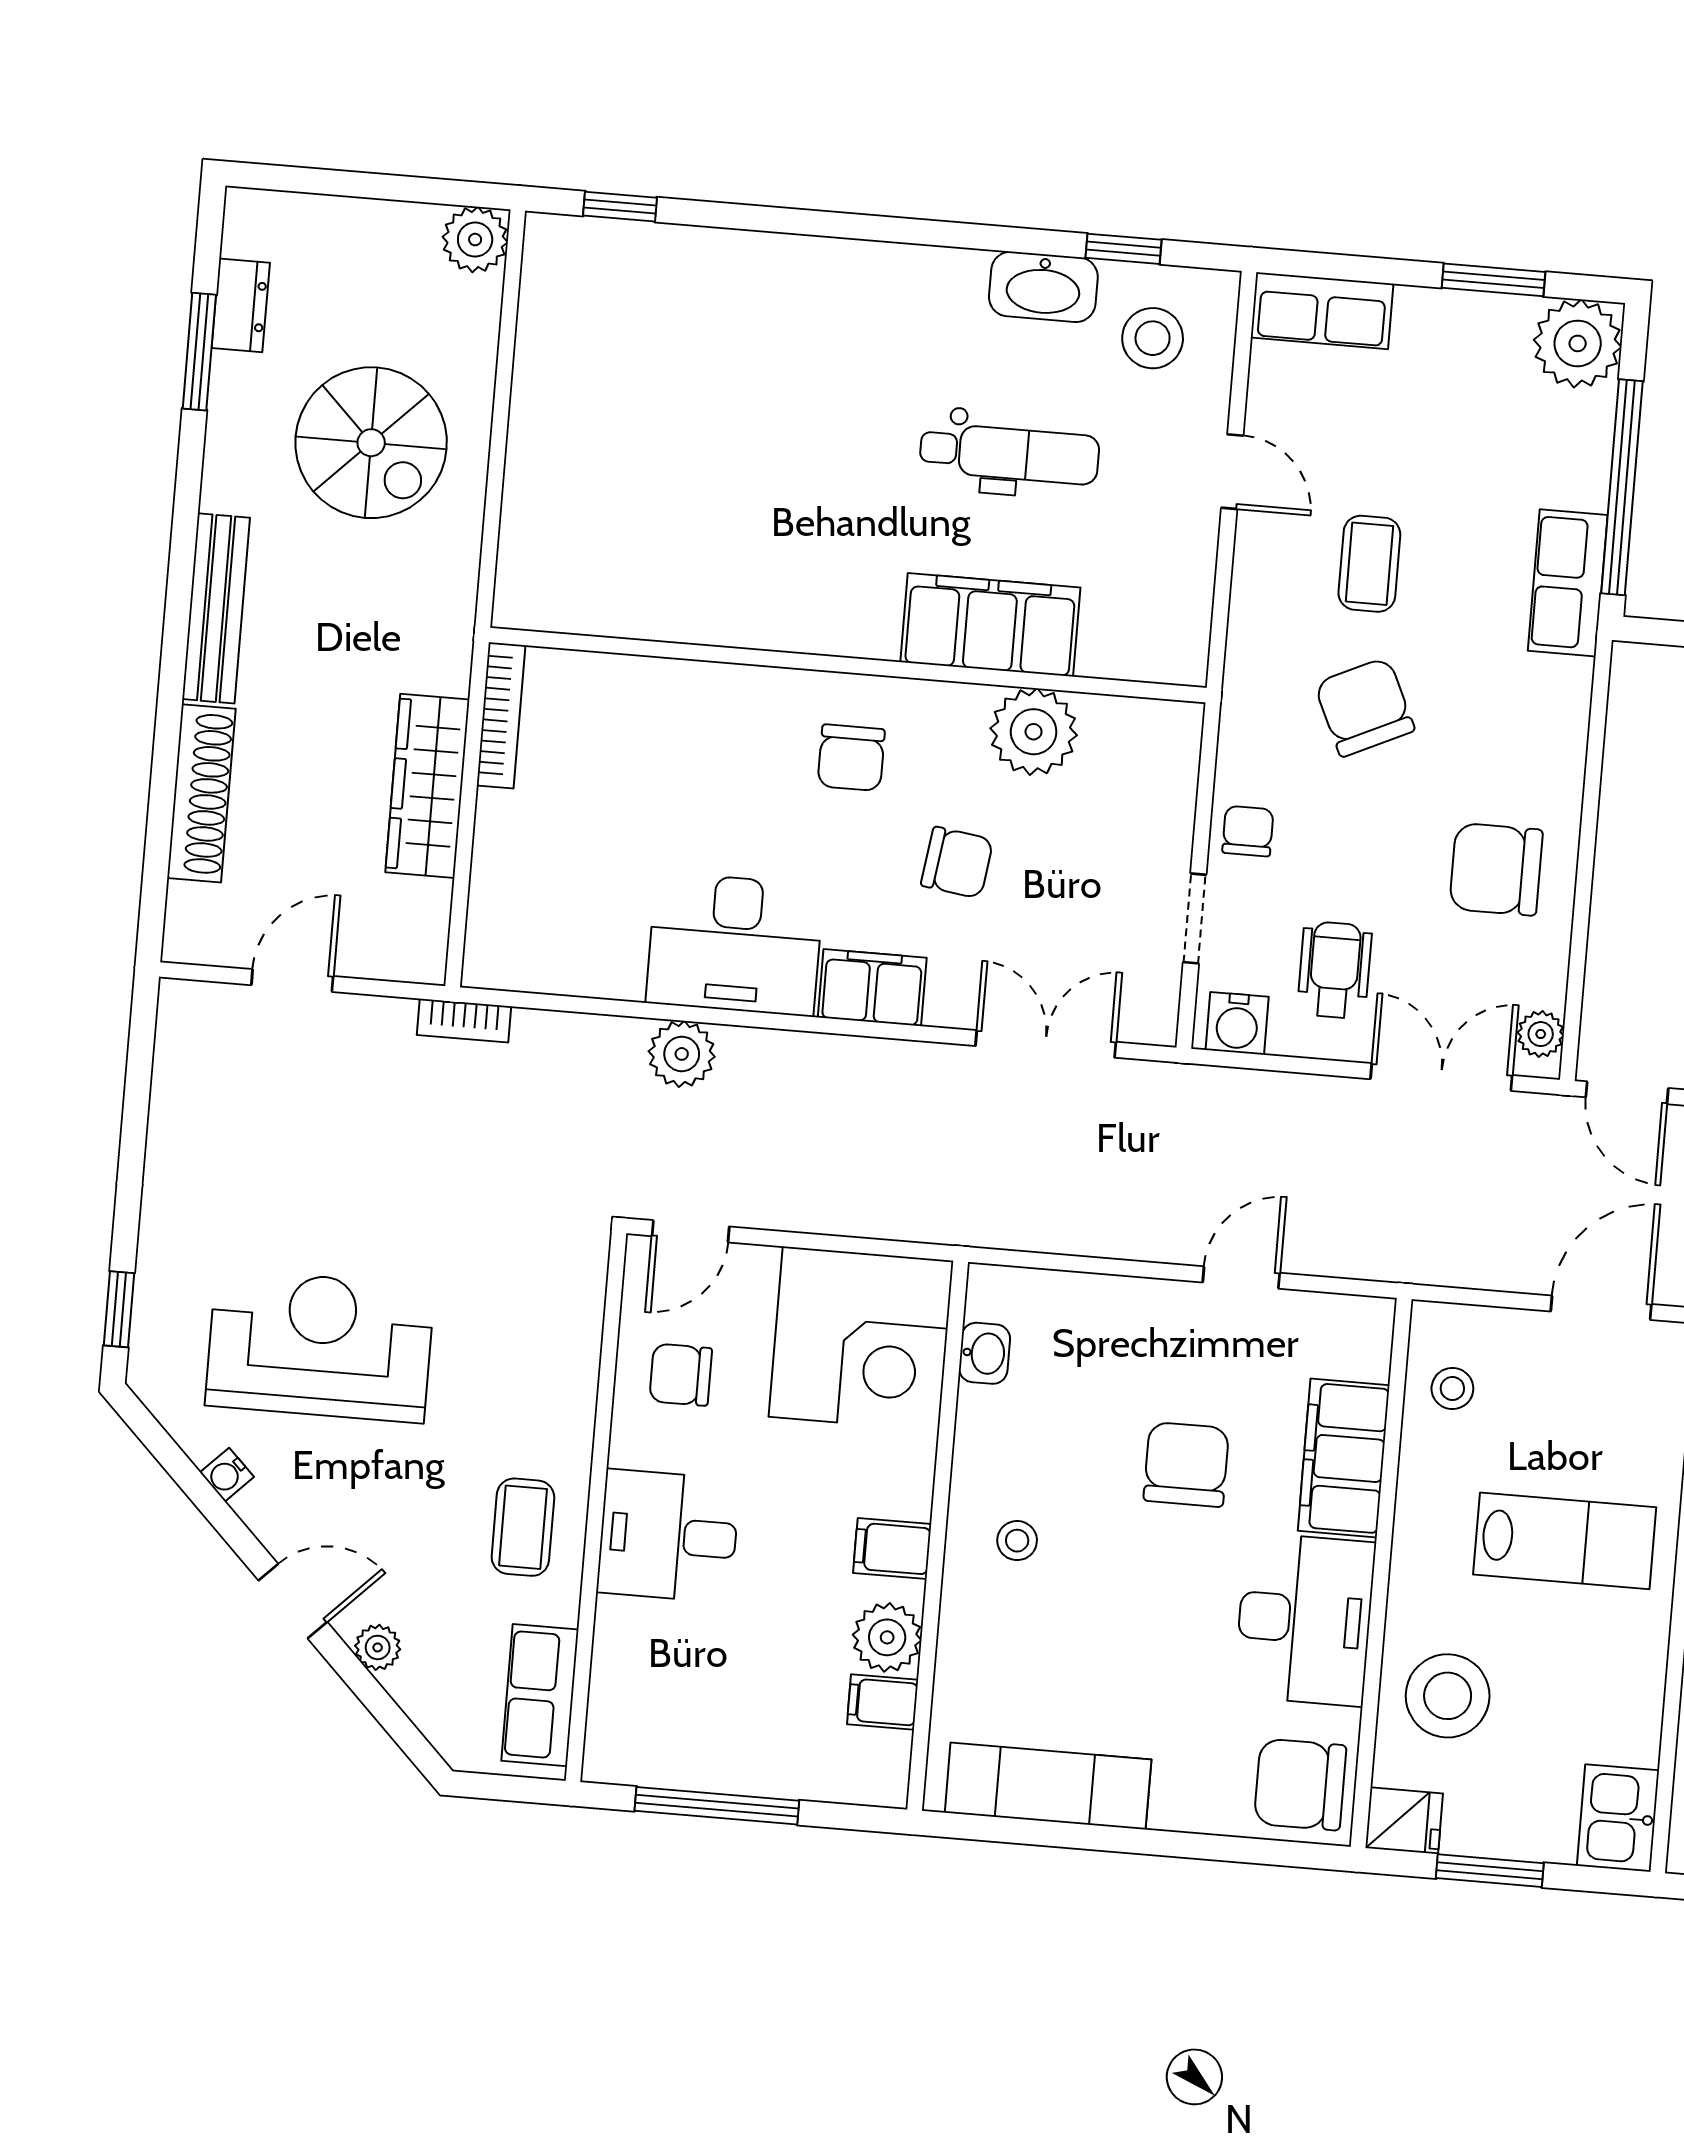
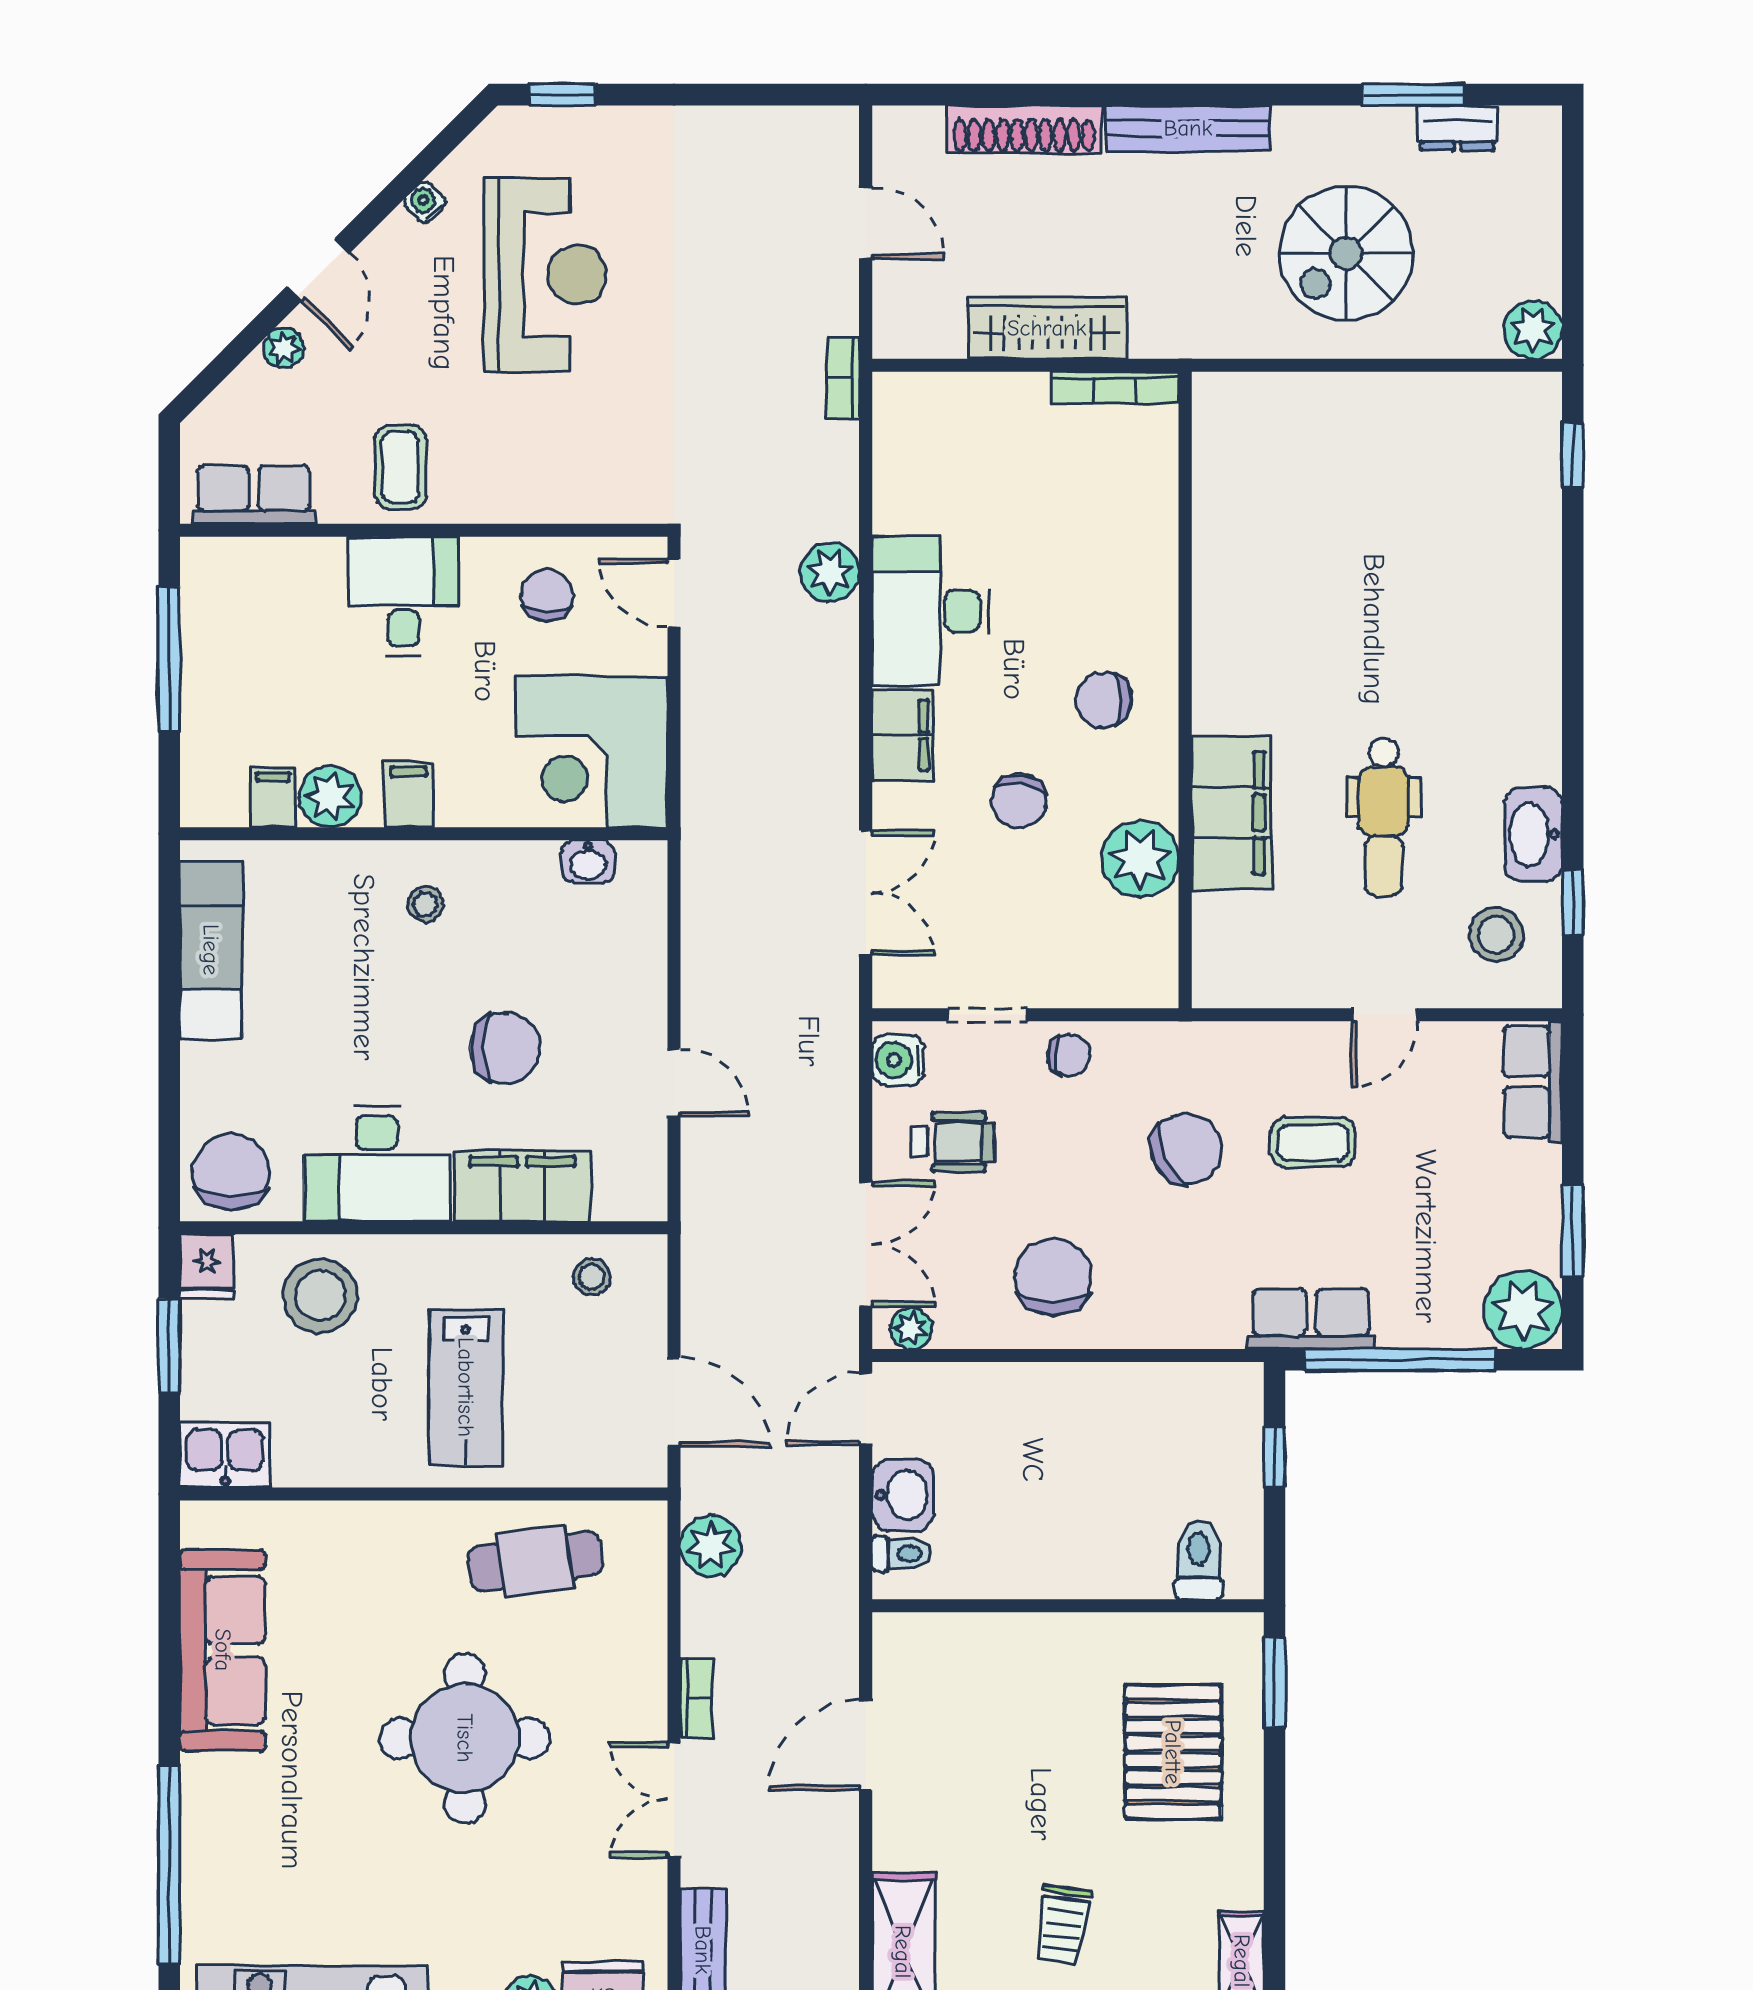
coffee table: (523, 1527) -> (400, 467), turned 90

